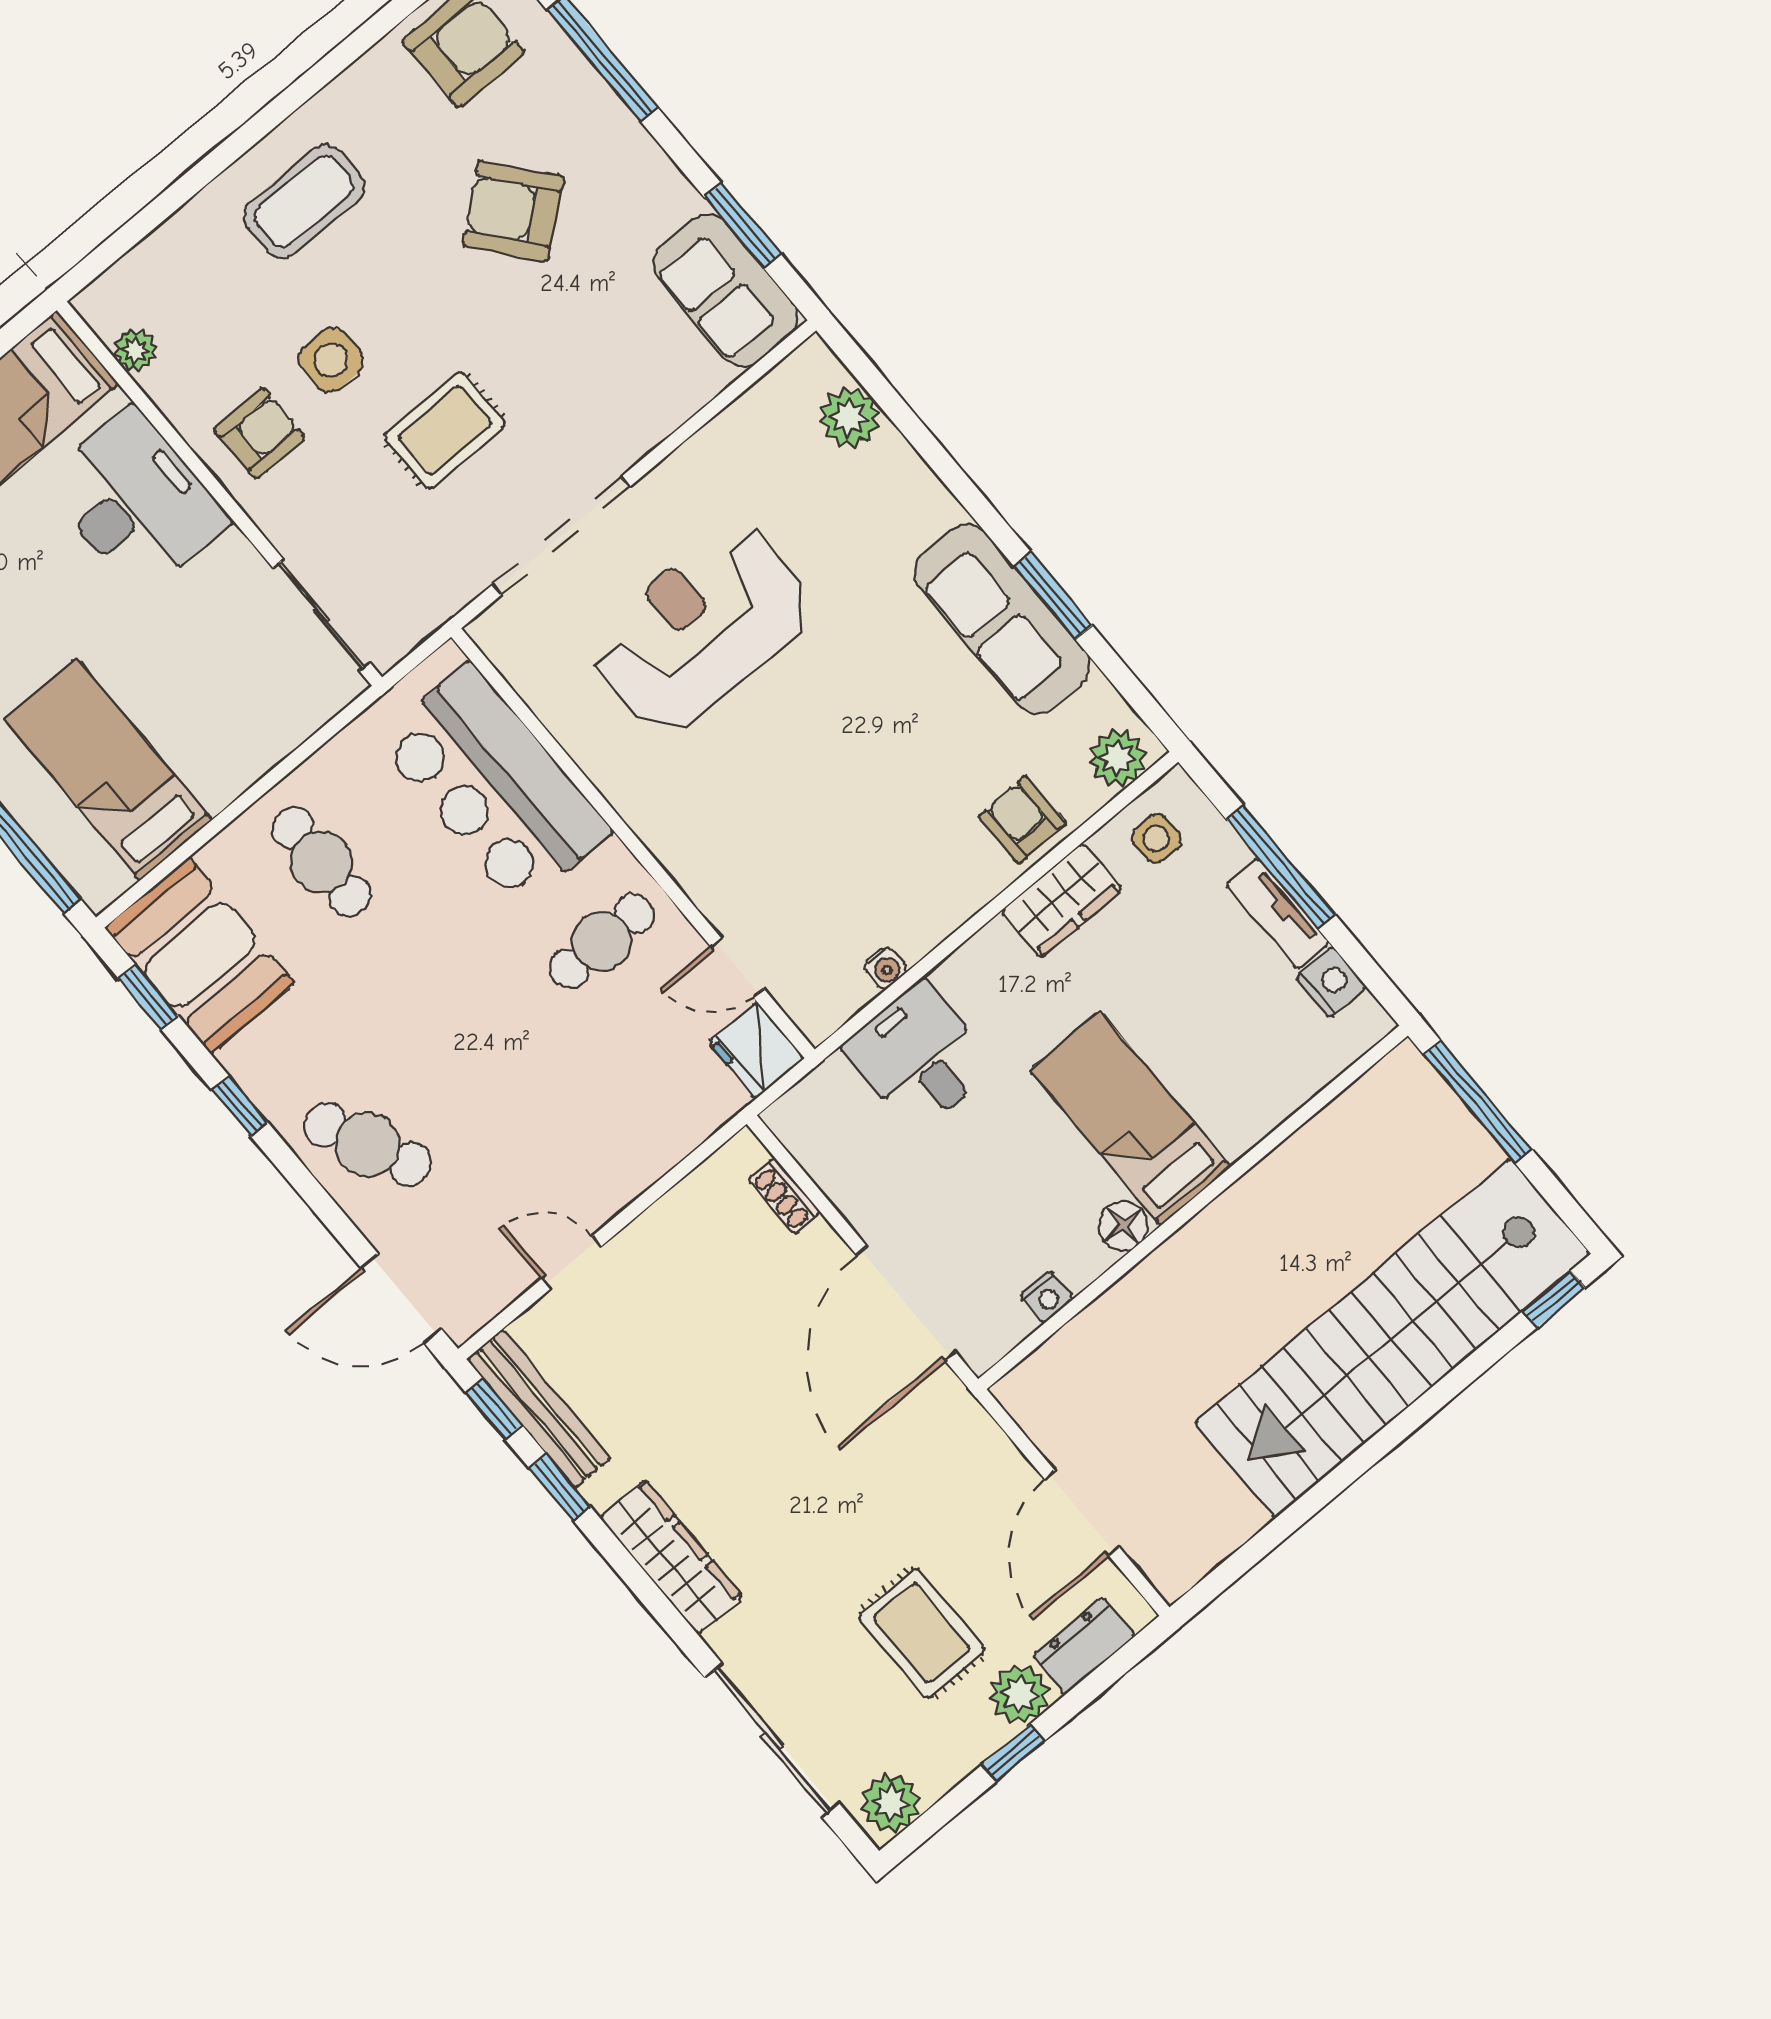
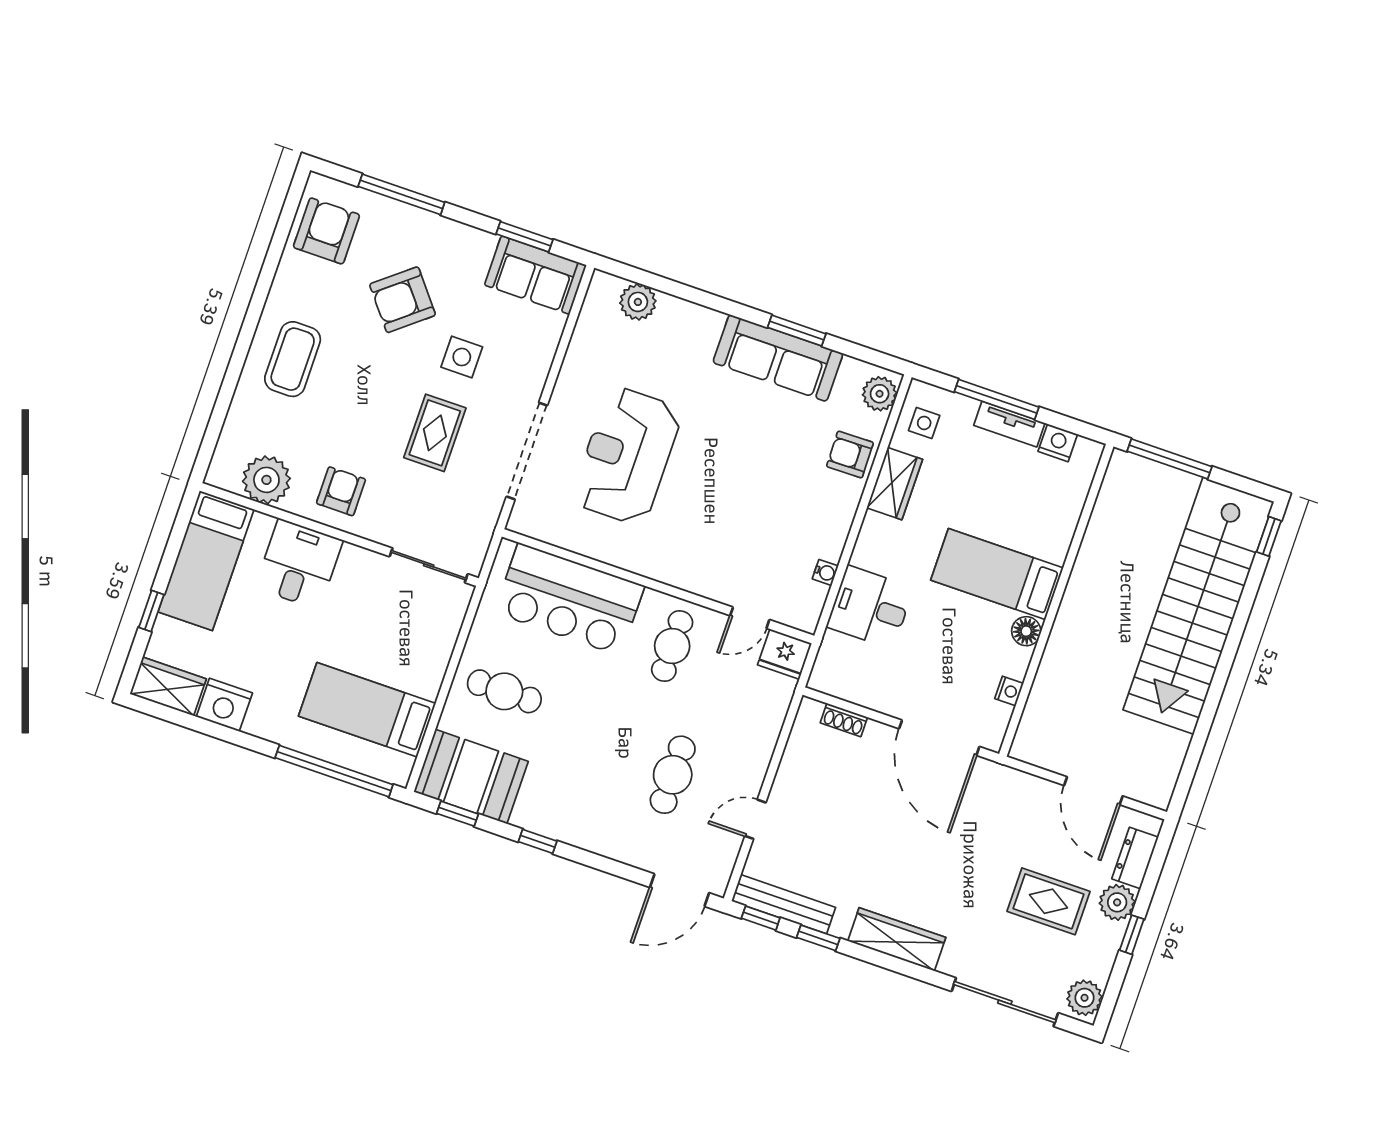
plant: (136, 350) -> (266, 480), width x1.88, depth x1.88
side table: (331, 360) -> (462, 357), moved
desk: (136, 501) -> (299, 564), width x0.73
cafe table: (368, 1145) -> (673, 775), moved, turned -65

